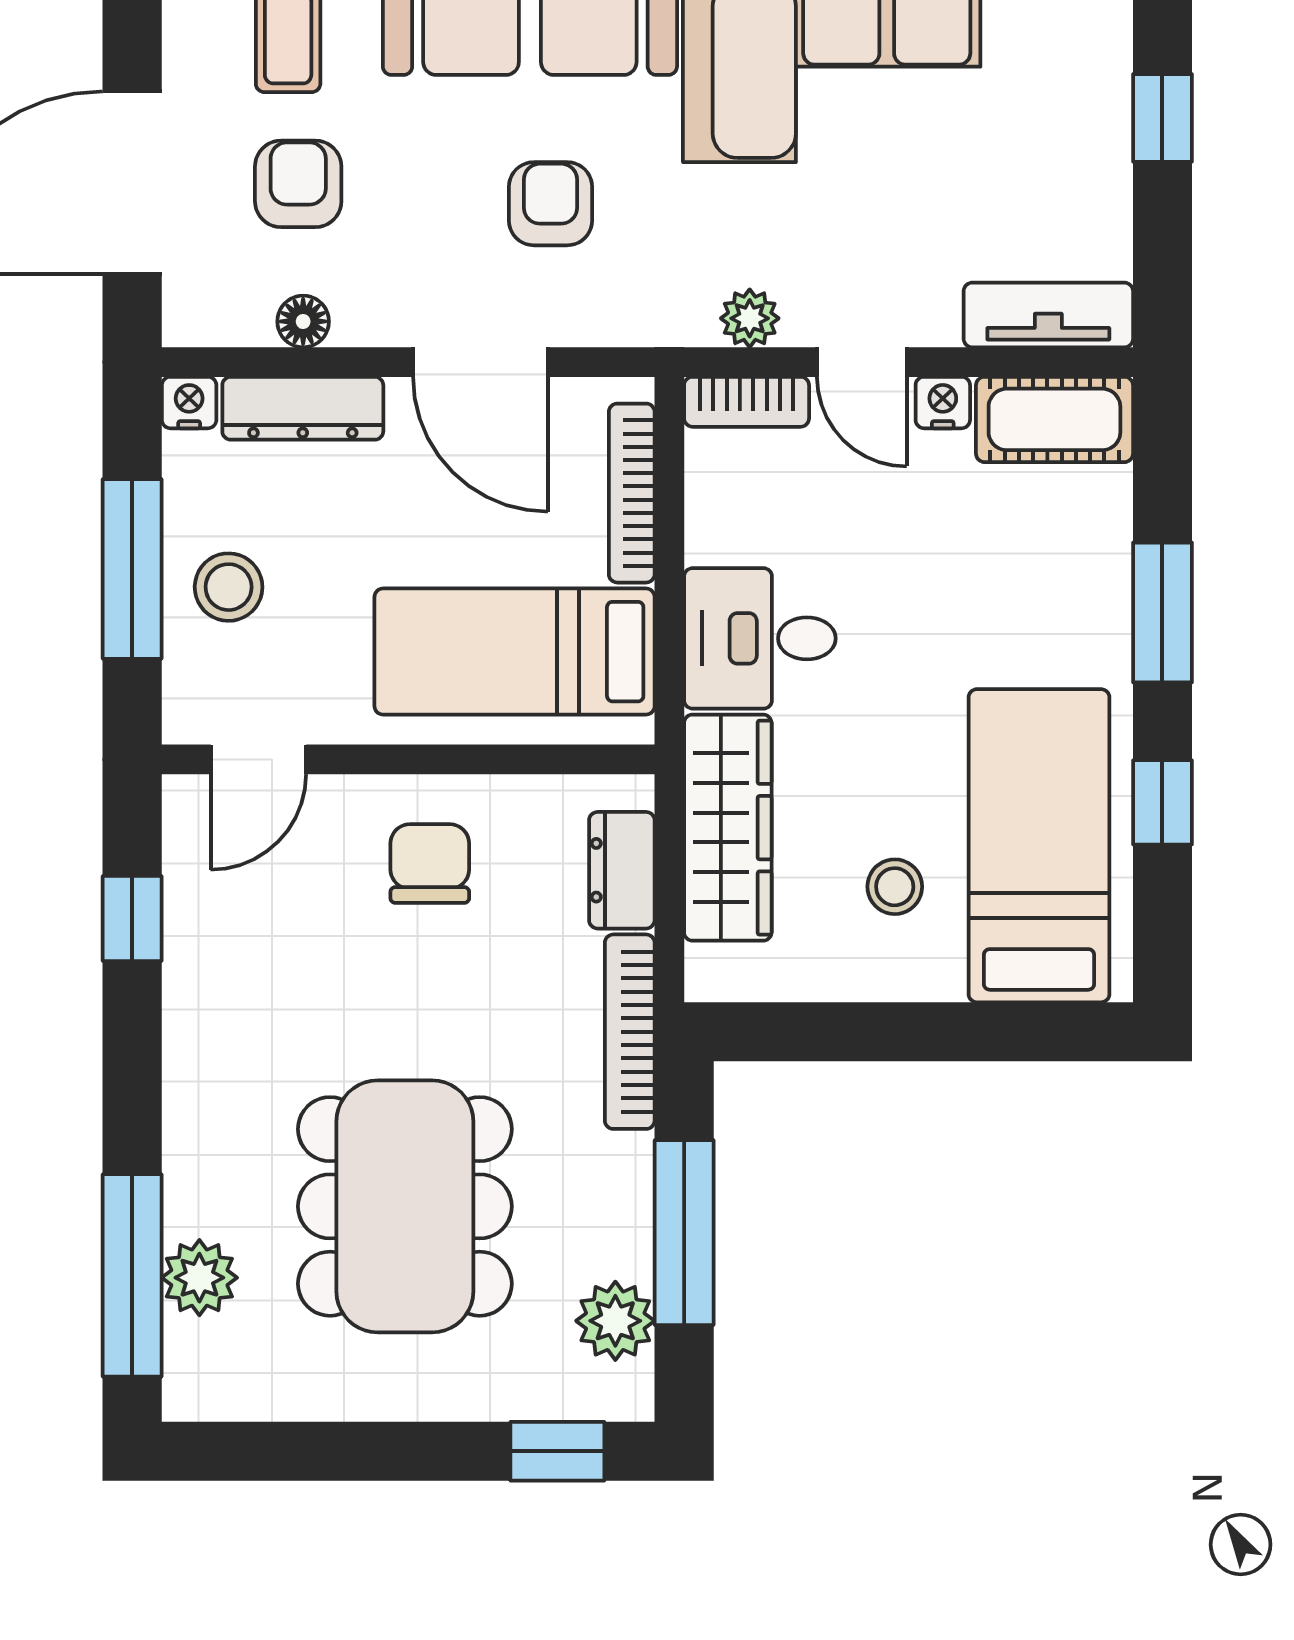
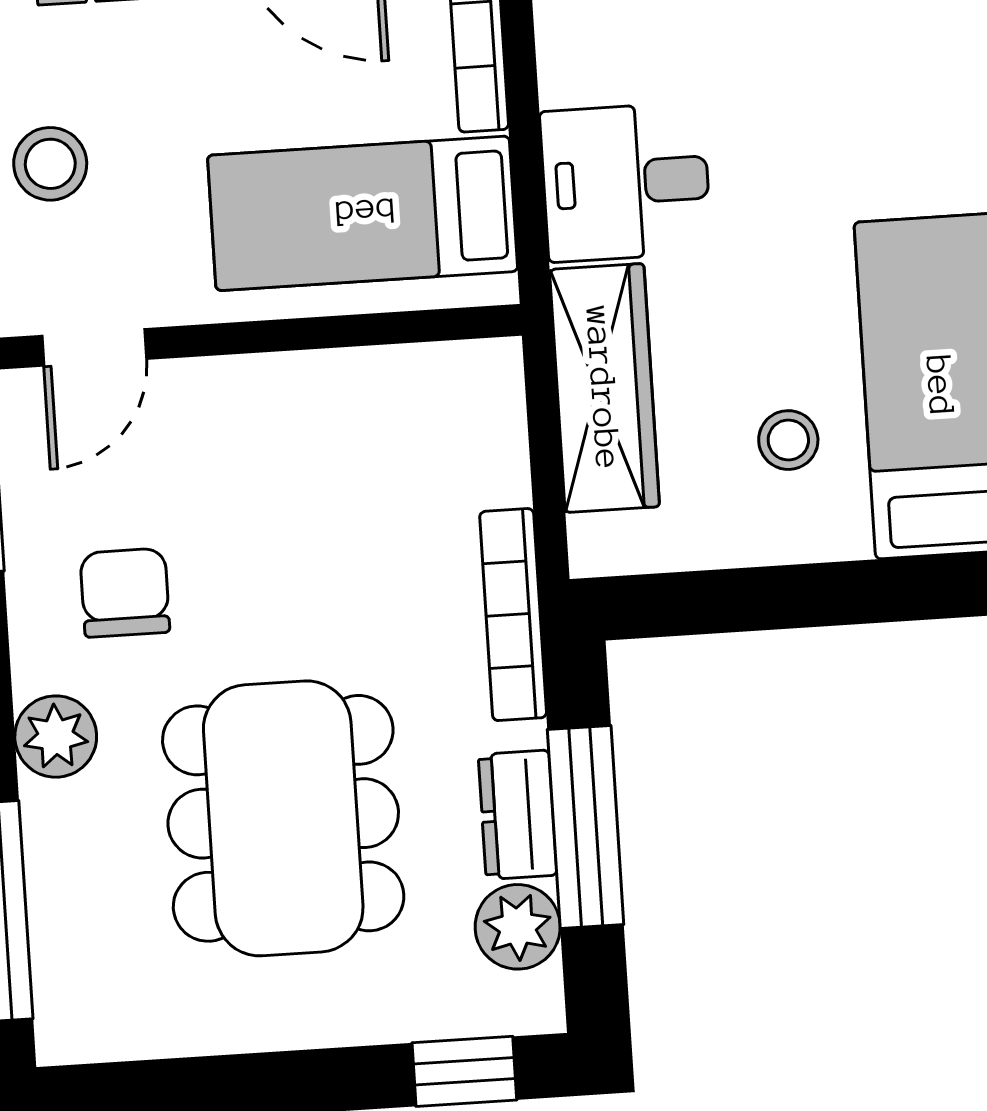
chair: (430, 864) -> (125, 593), moved
dresser: (622, 870) -> (518, 815), moved
plant: (199, 1278) -> (56, 737), moved

